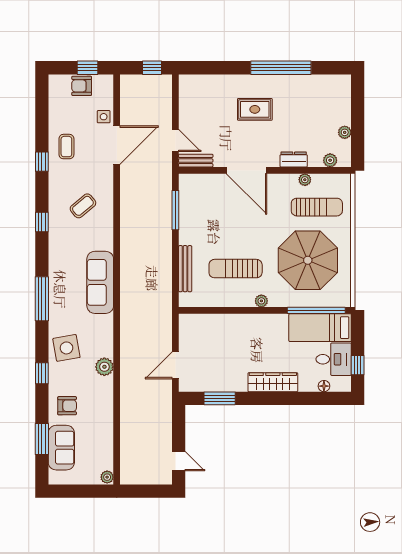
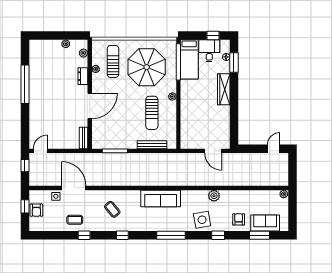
rug: (255, 109) -> (51, 101), removed
door: (175, 141) -> (40, 151), moved
window: (220, 398) -> (234, 62), moved

